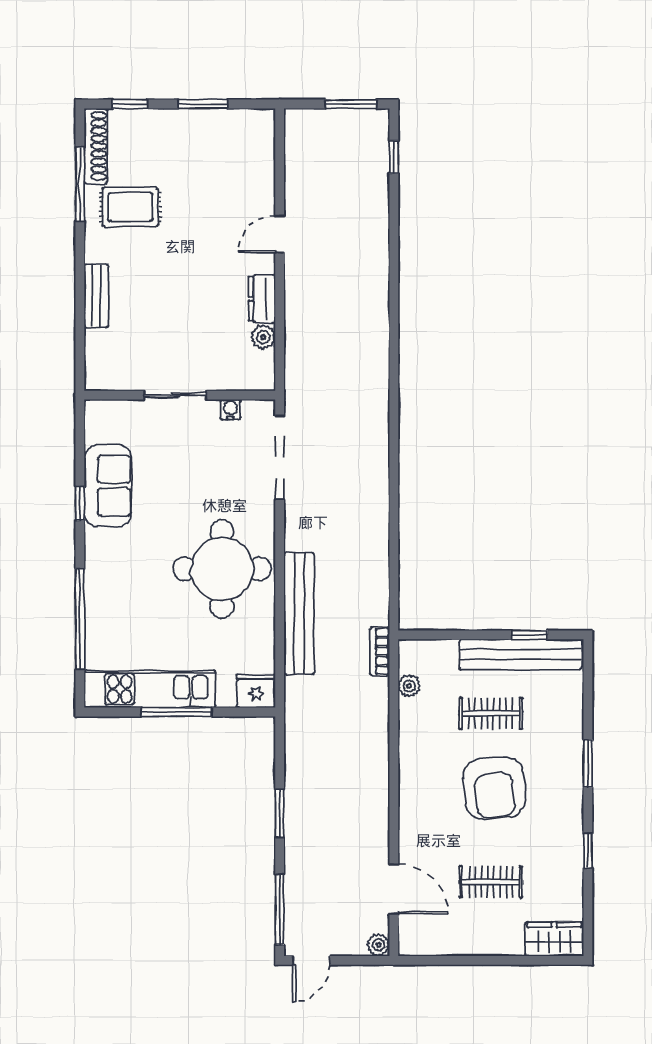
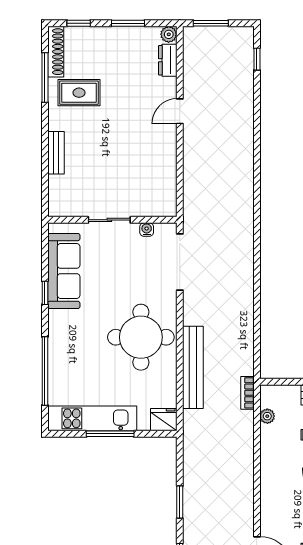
window: (351, 104) -> (211, 23), moved
dresser: (262, 299) -> (168, 60), moved
plant: (263, 337) -> (169, 34), moved
sofa: (108, 486) -> (64, 271), width x1.36

